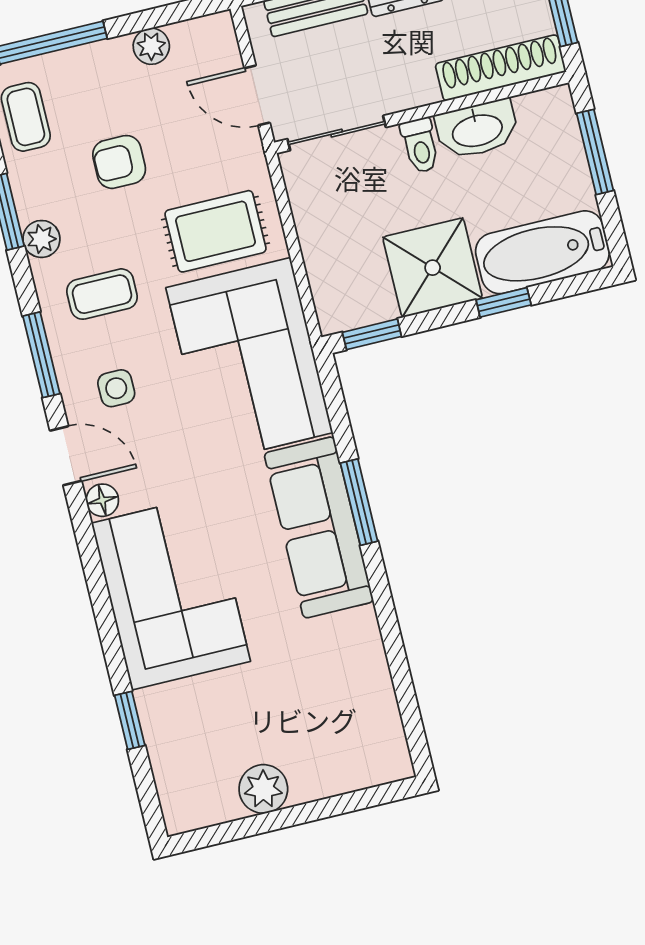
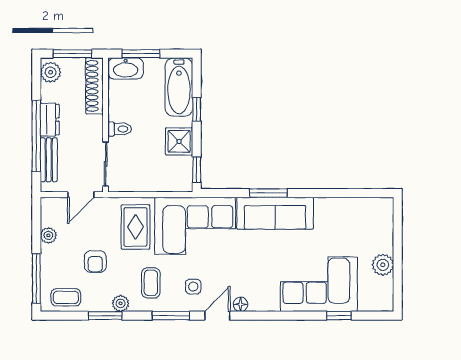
washbasin: (477, 129) -> (126, 68), moved, turned 90
shower: (433, 268) -> (179, 141), width x0.73, depth x0.73
corner sofa: (171, 592) -> (319, 284), moved

